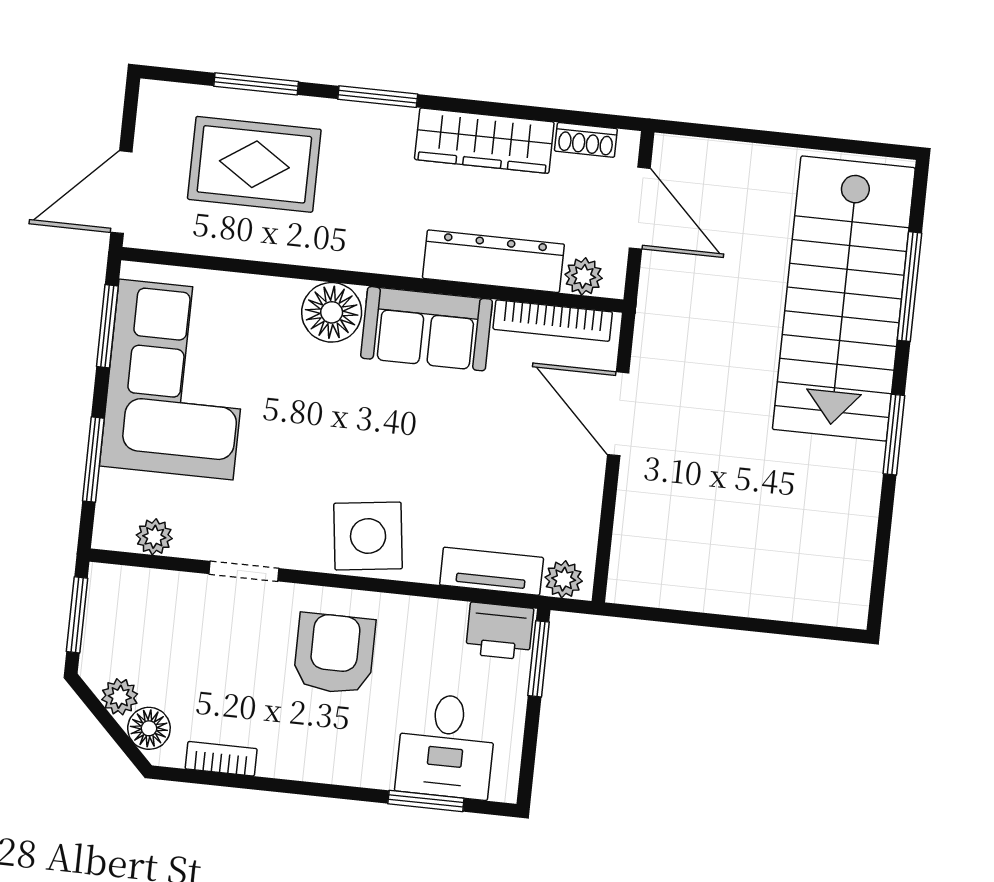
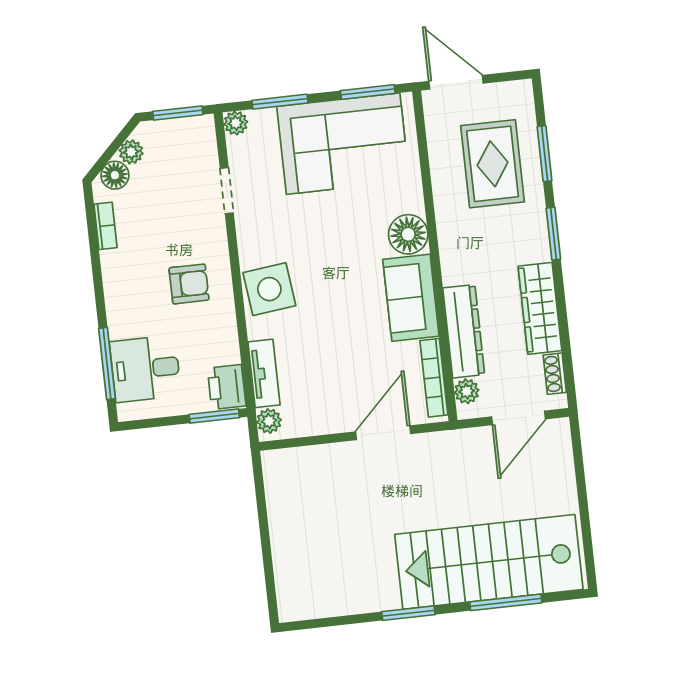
plant: (154, 537) -> (236, 123), moved
doorway: (244, 571) -> (227, 191), moved
armchair: (334, 654) -> (189, 284), width x0.72, depth x0.72
window: (426, 801) -> (107, 364), width x1.44

